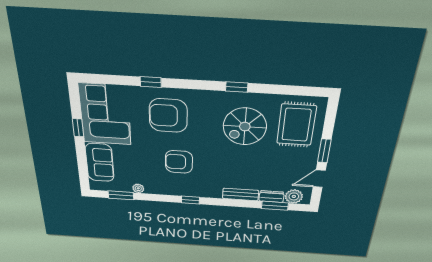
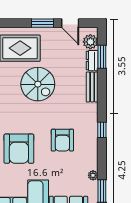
spiral stairs: (245, 127) -> (38, 84), moved

